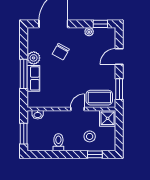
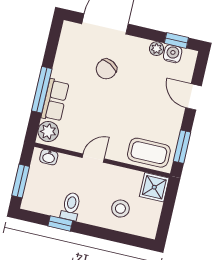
water cooler: (100, 33) -> (173, 54), added
door: (119, 56) -> (194, 97), hinge flipped
plant: (34, 58) -> (48, 131), moved
door: (77, 109) -> (93, 158), moved
window: (95, 154) -> (60, 223), moved

